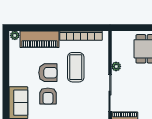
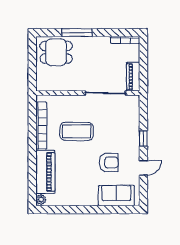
plant: (116, 66) -> (76, 86), removed
armchair: (48, 73) -> (83, 163), removed

